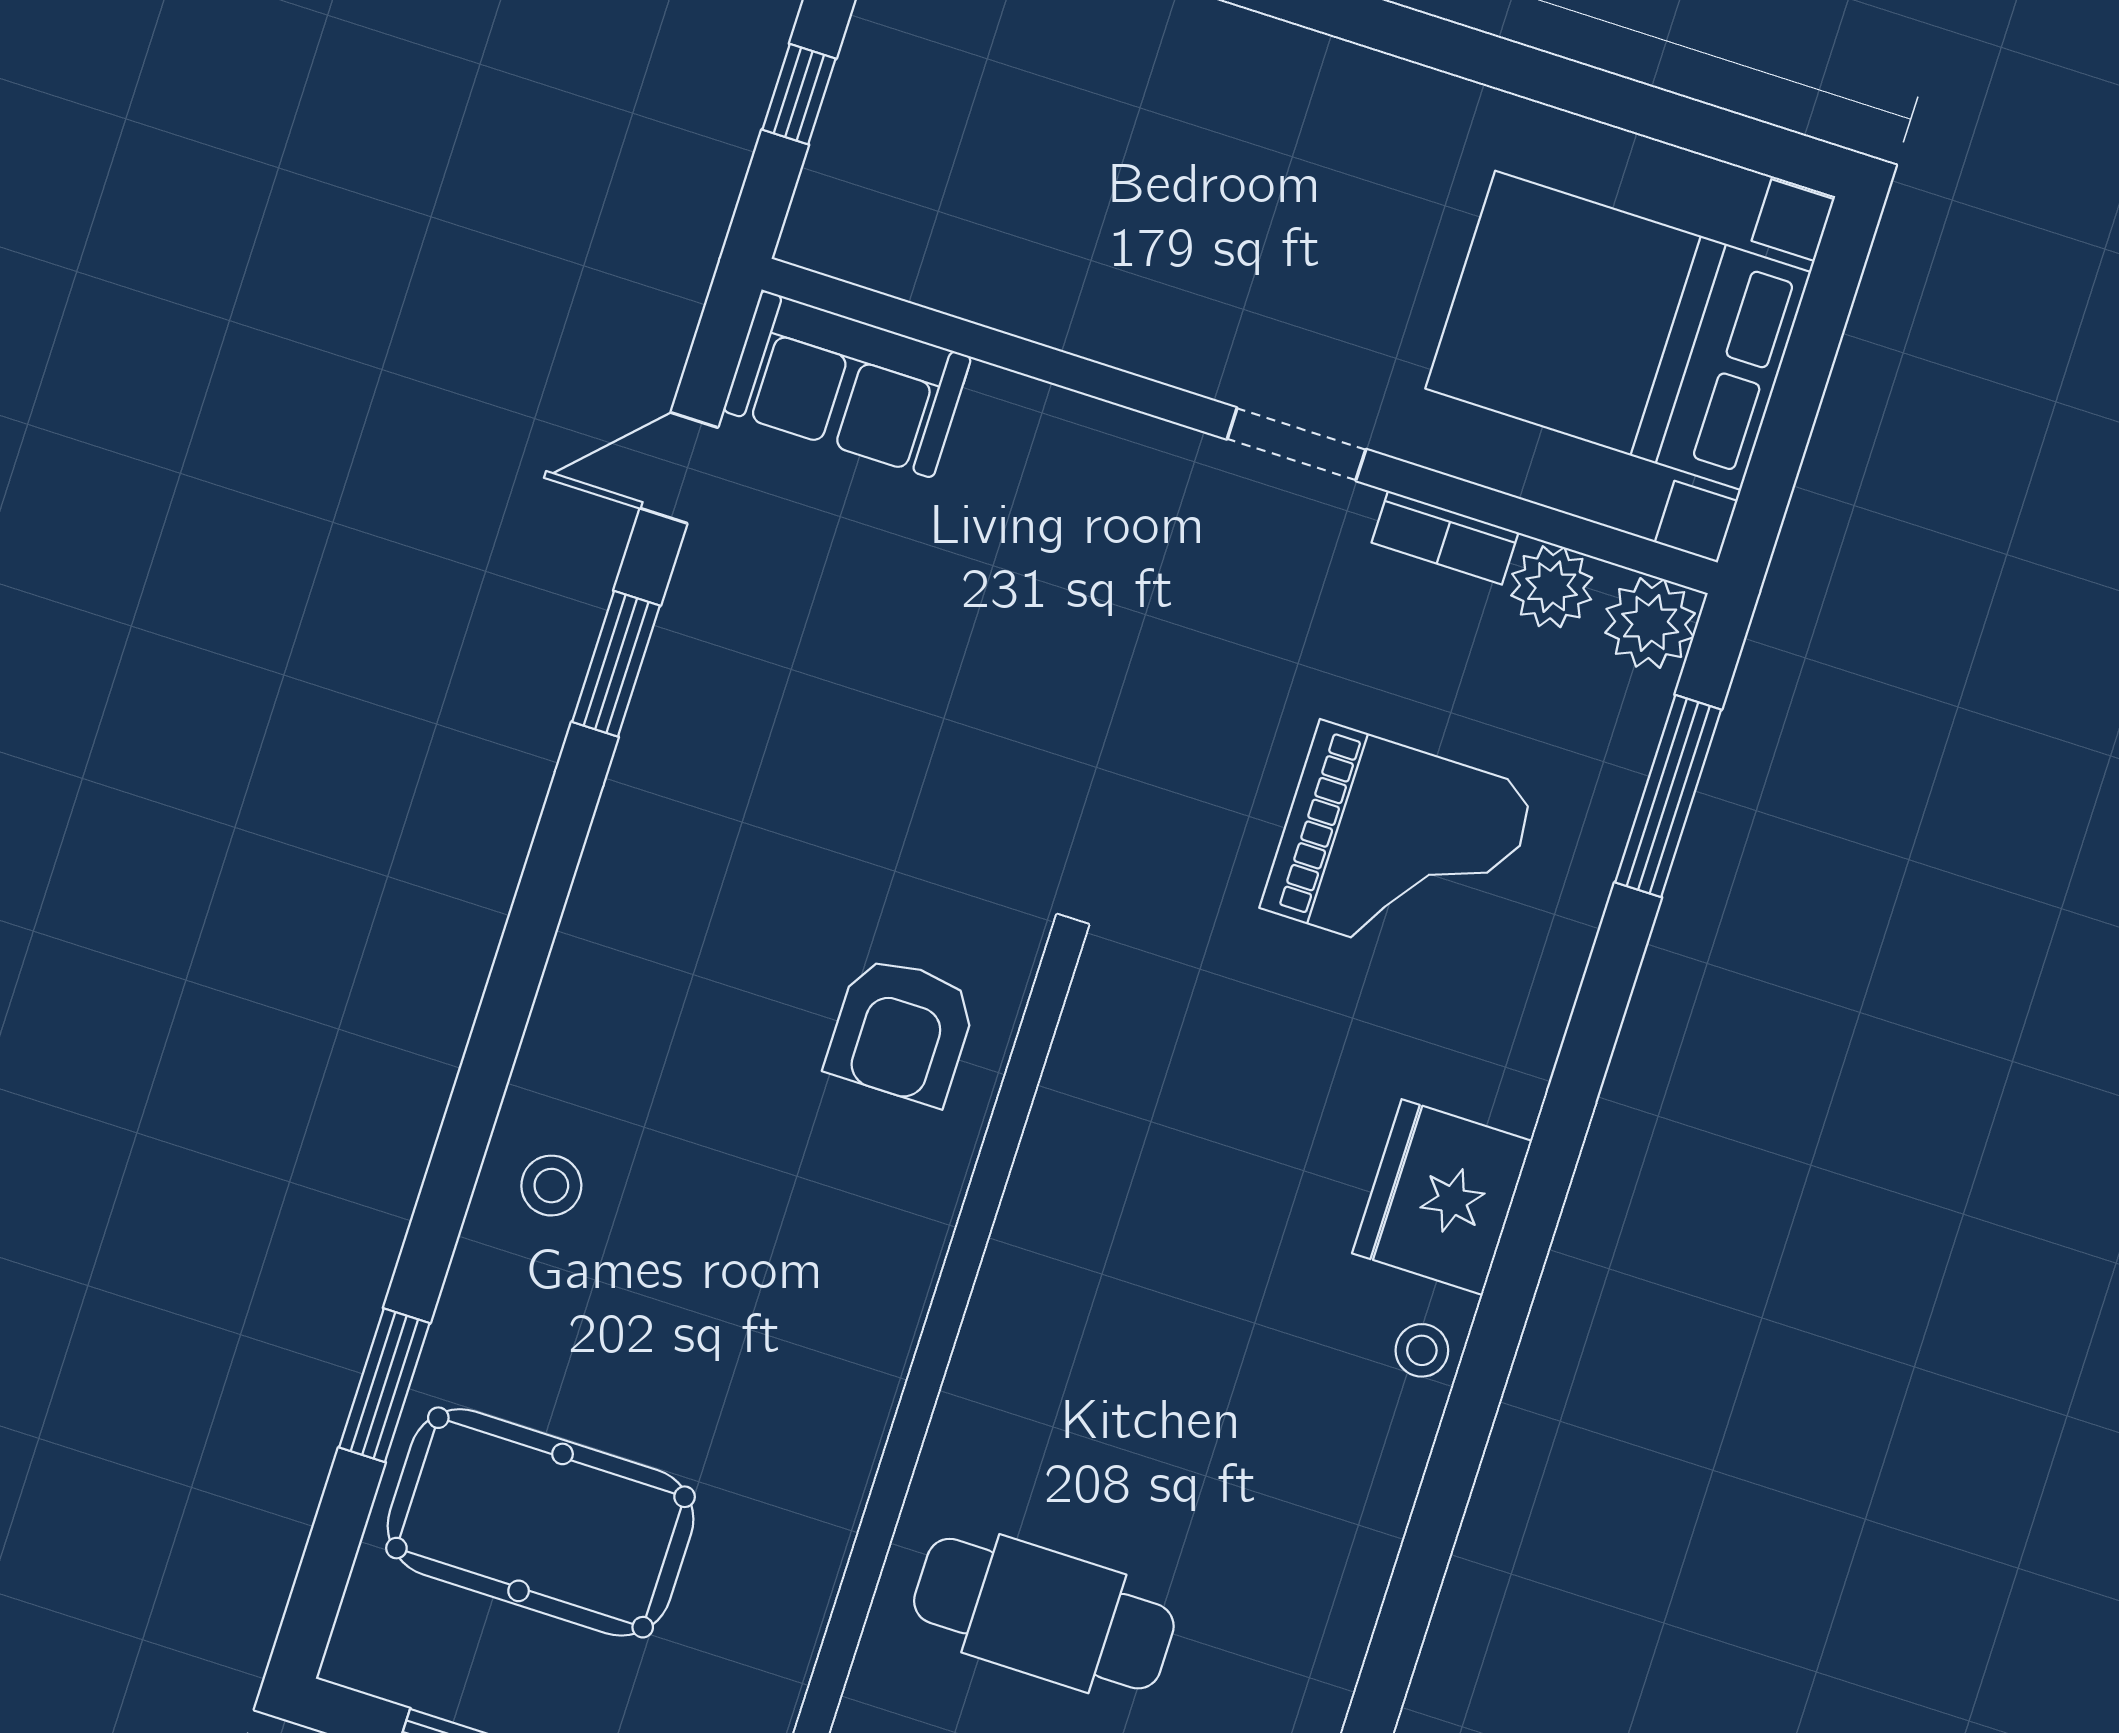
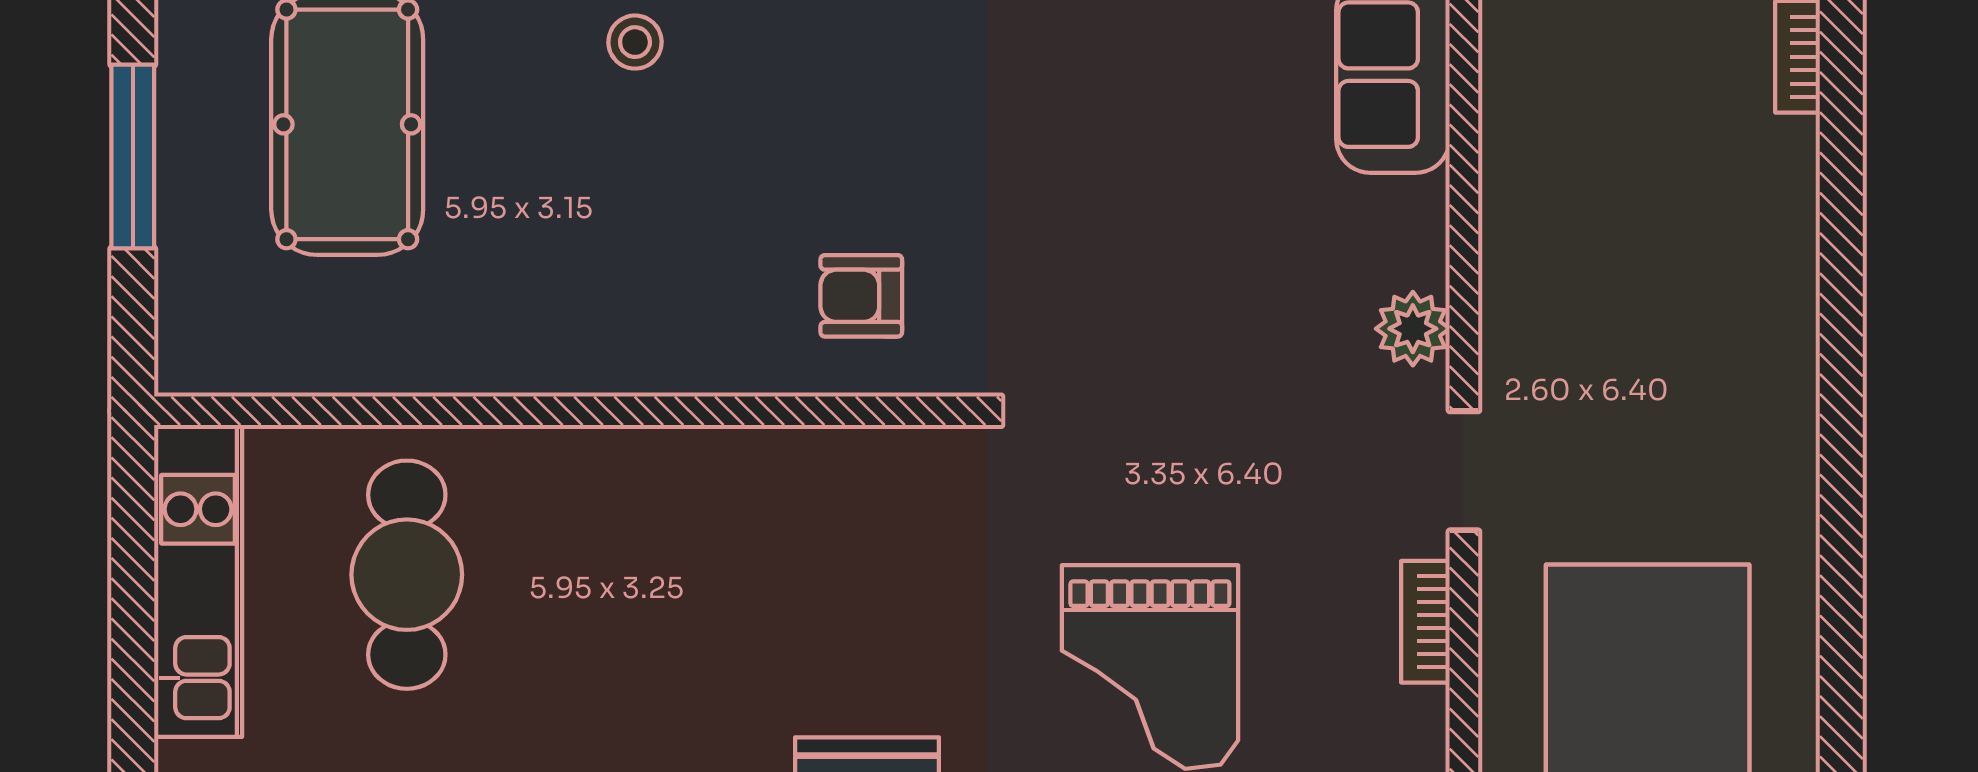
plant: (1552, 587) -> (1413, 329), moved
armchair: (901, 1030) -> (861, 296), width x0.72, depth x0.72

